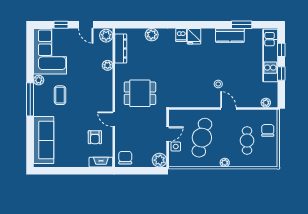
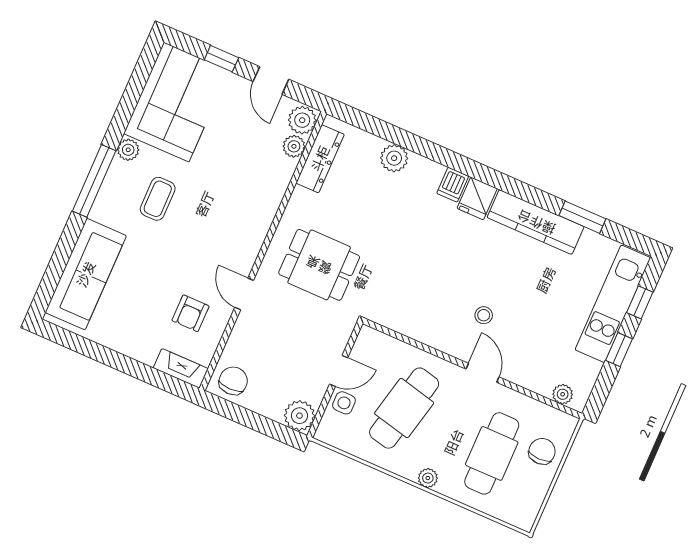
kitchen counter: (230, 35) -> (536, 222), width x1.50
plant: (108, 65) -> (294, 146), moved
cafe table: (247, 141) -> (492, 453), width x1.37, depth x1.35

